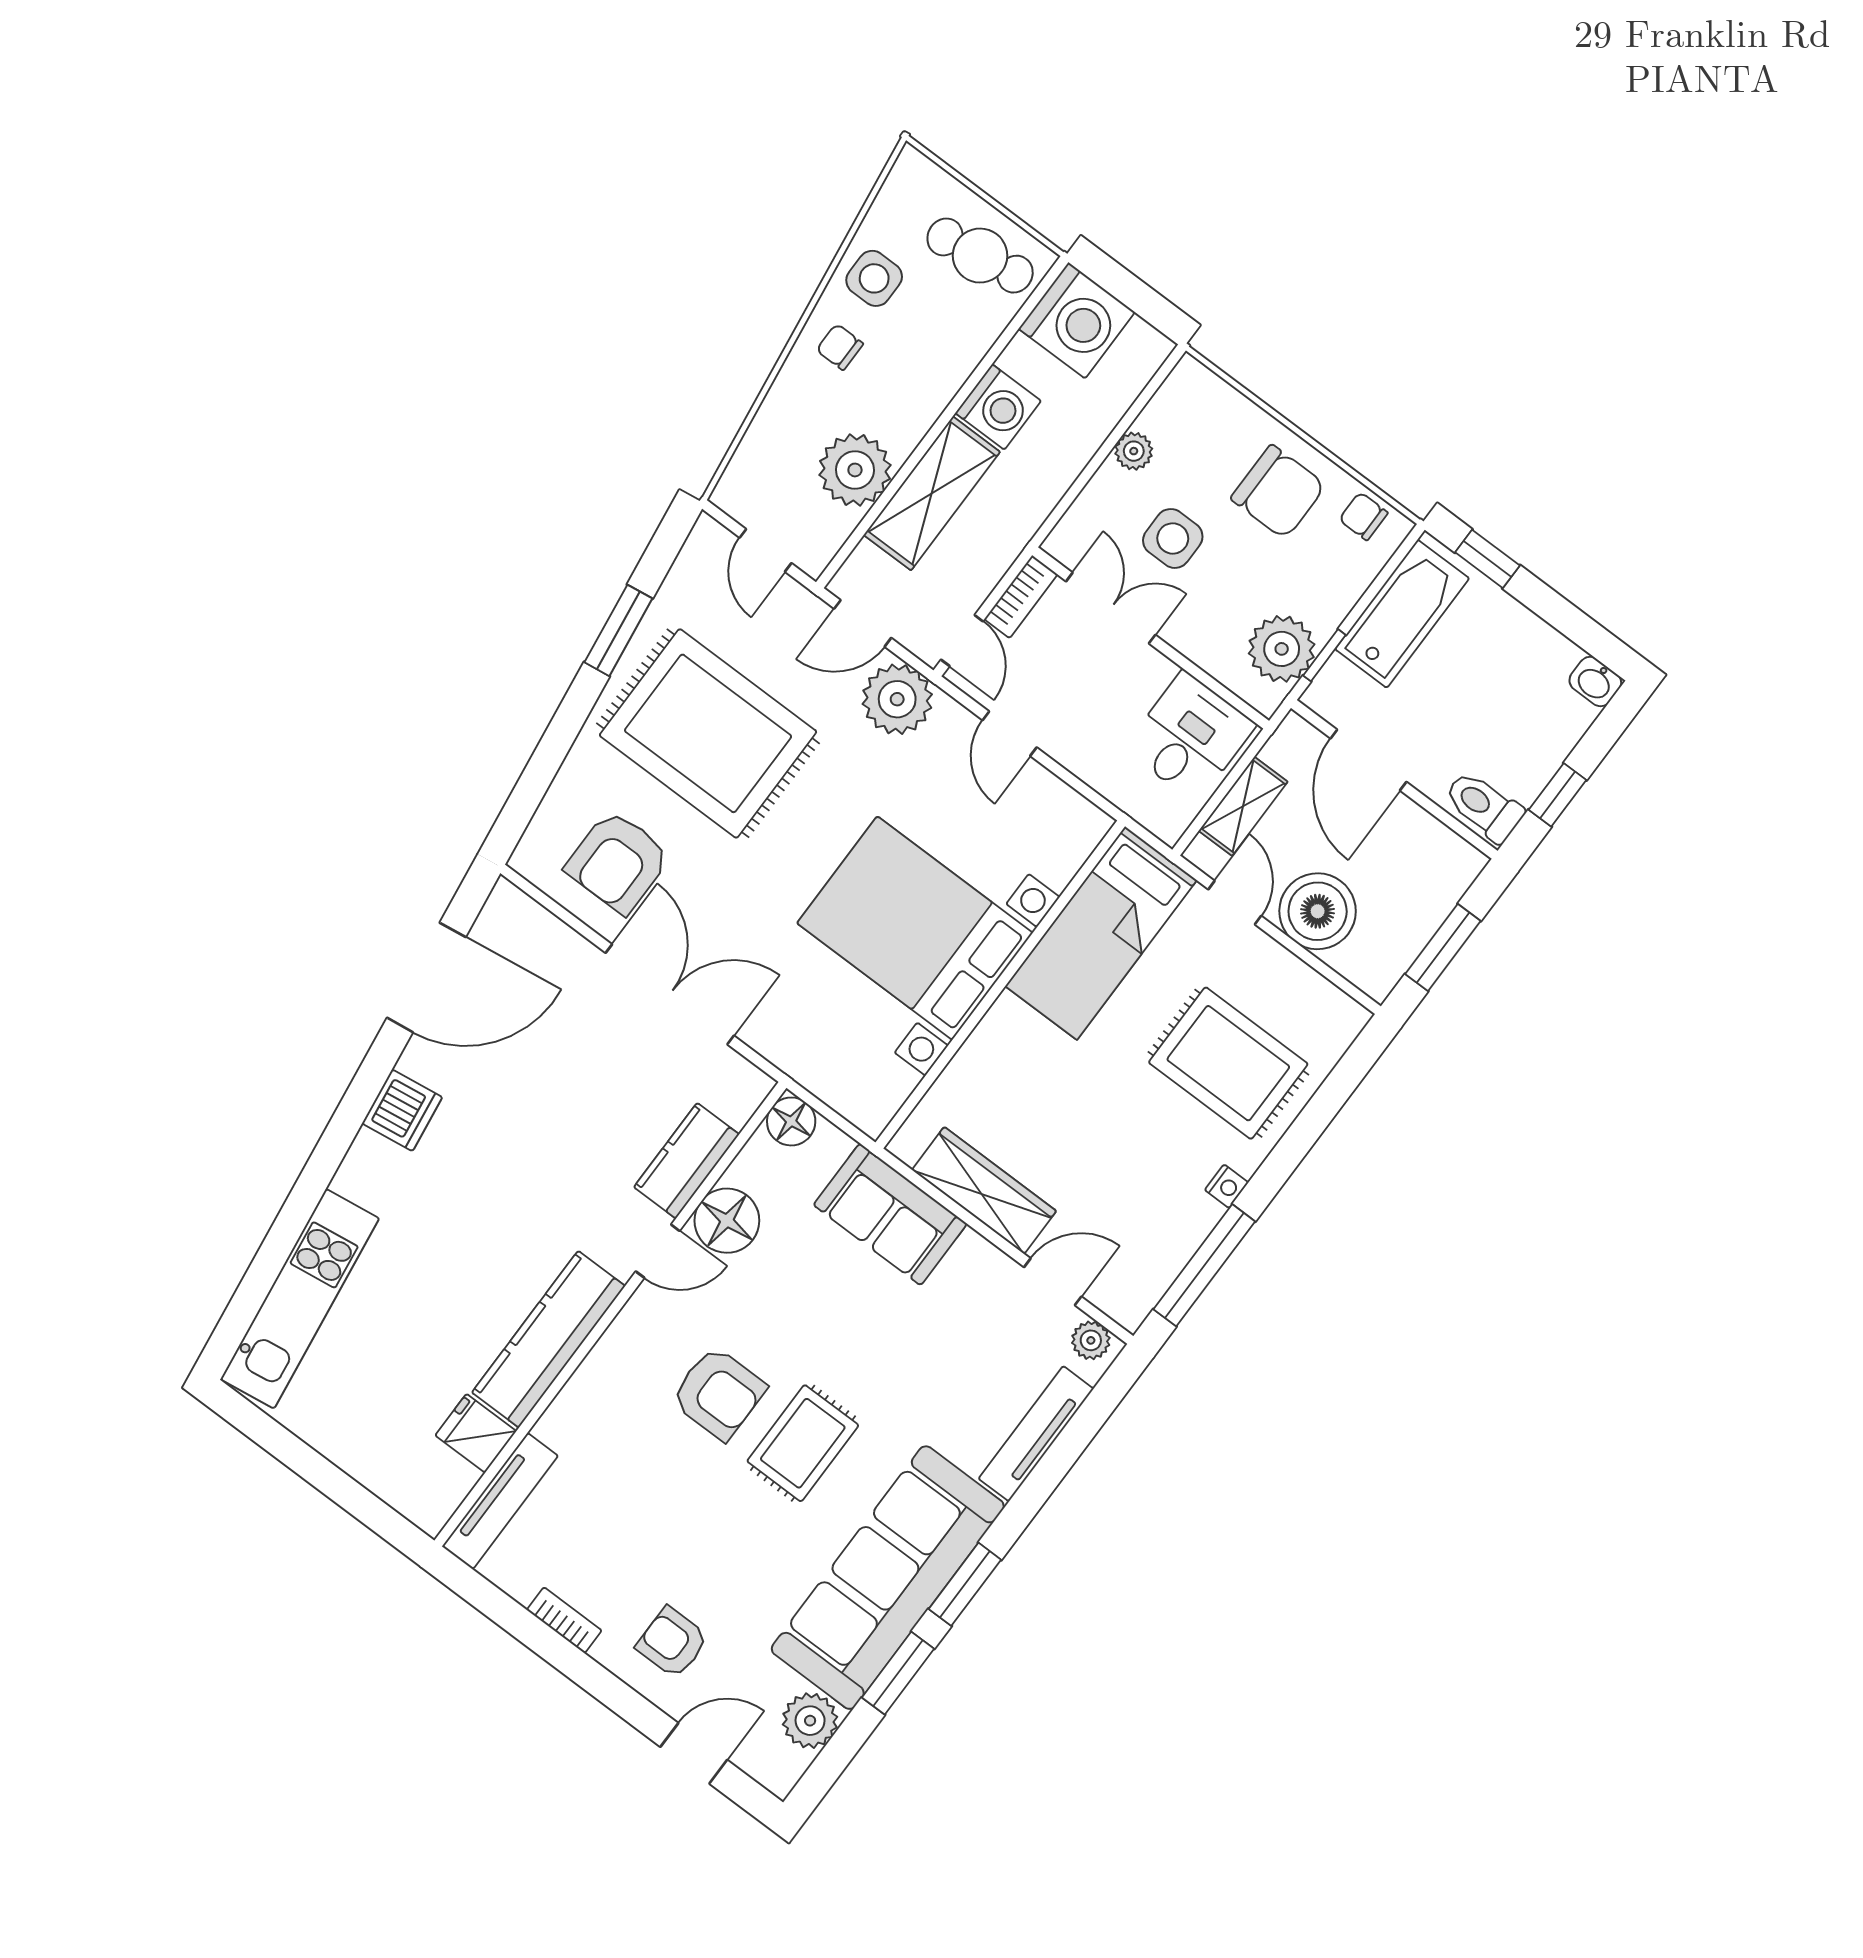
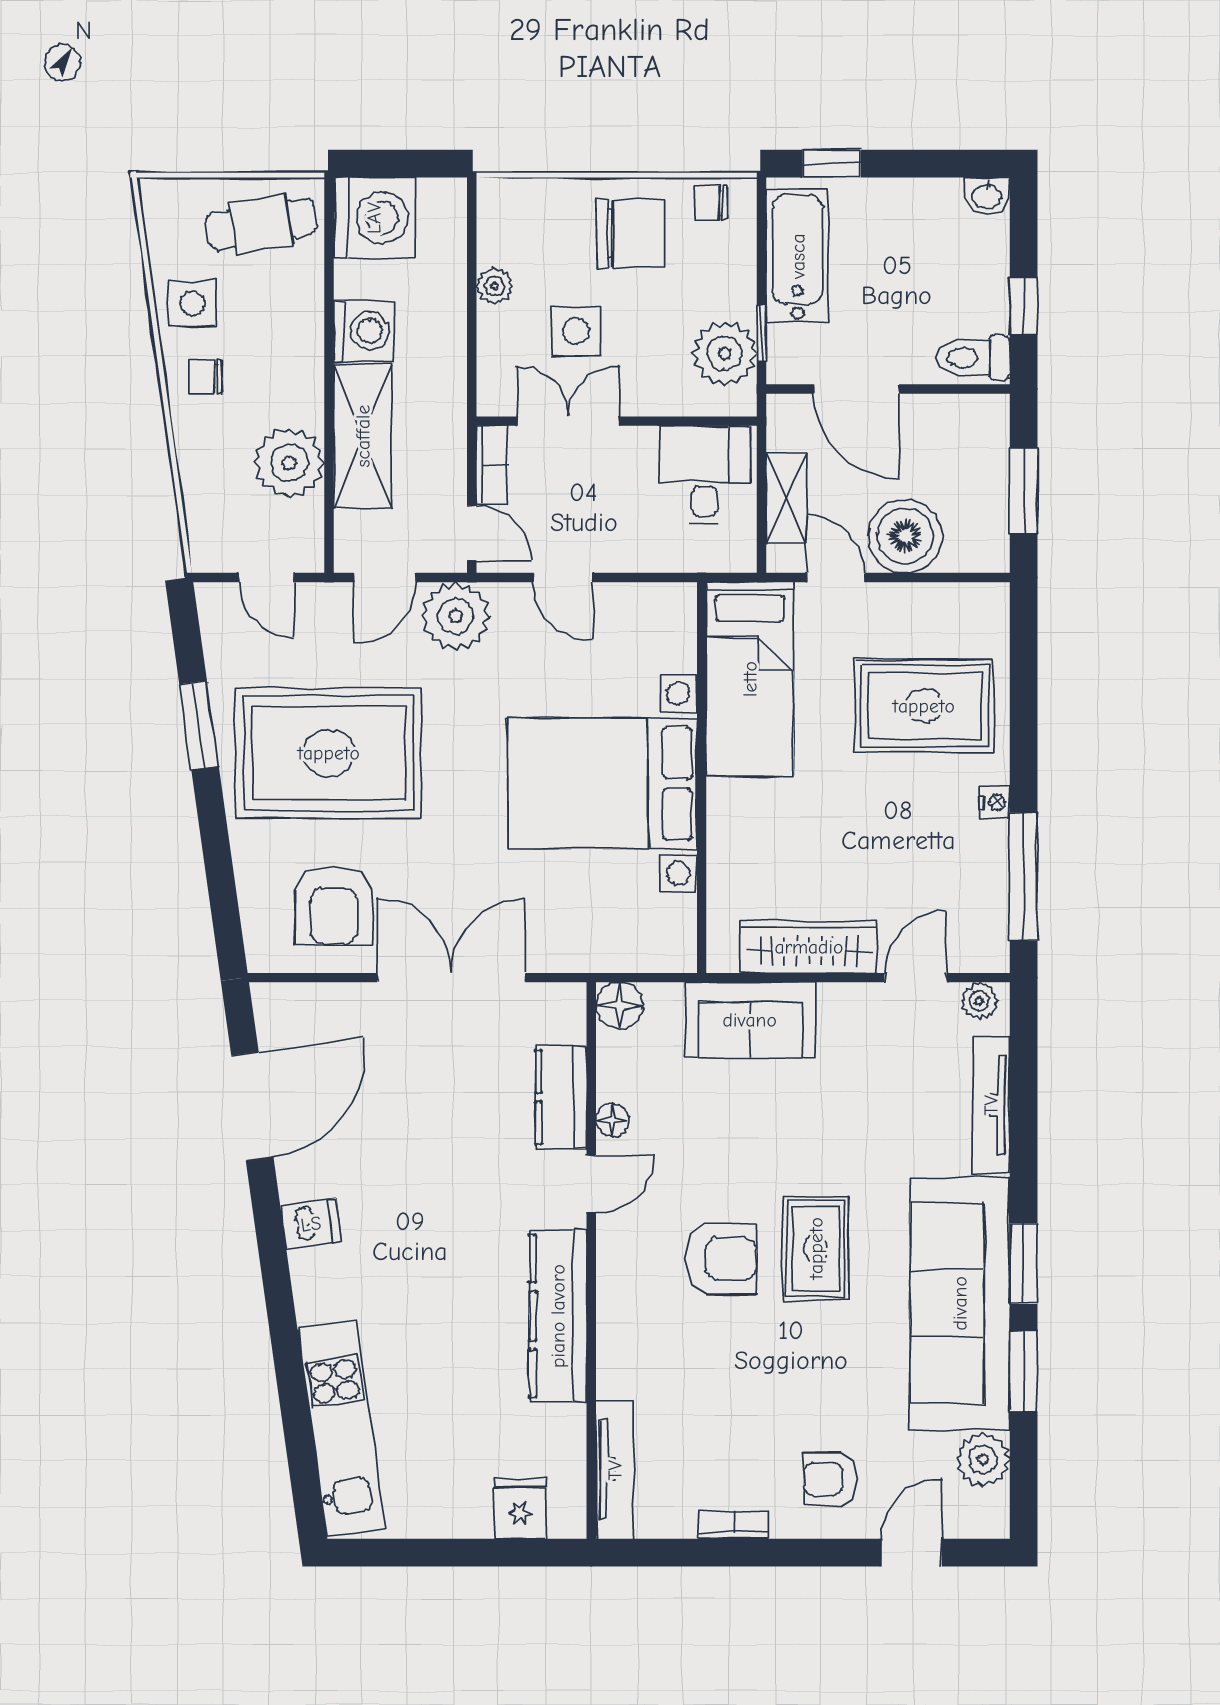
dishwasher: (402, 1110) -> (311, 1224), width x0.73
floor lamp: (727, 1221) -> (612, 1120), width x0.53, depth x0.53
fridge: (476, 1433) -> (520, 1508), moved, turned 90

